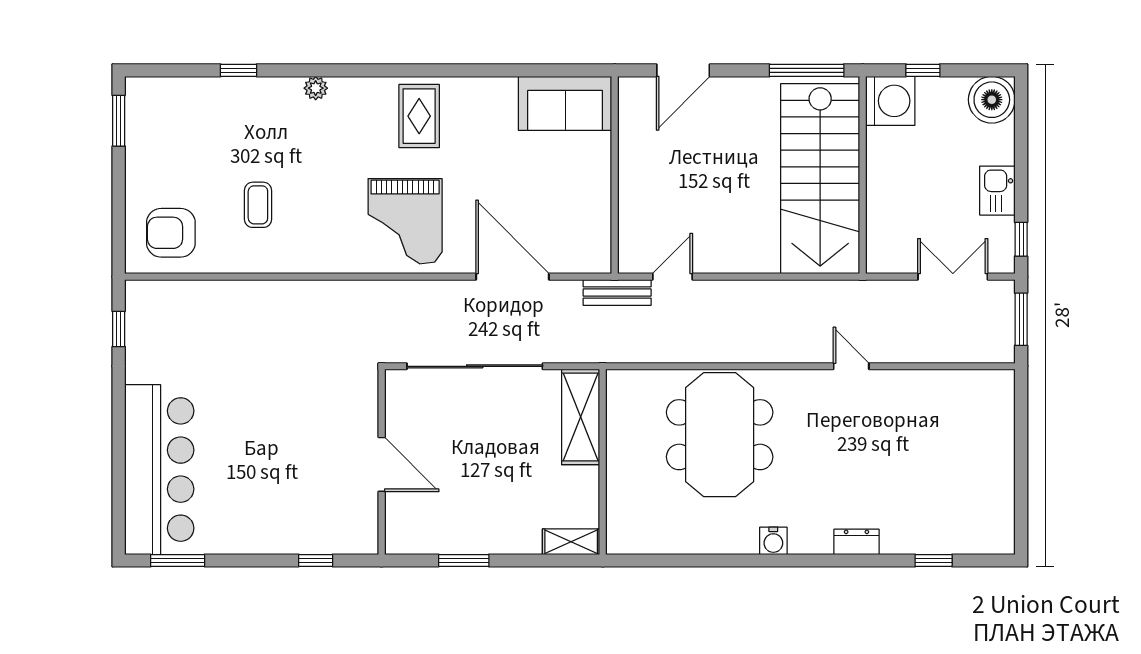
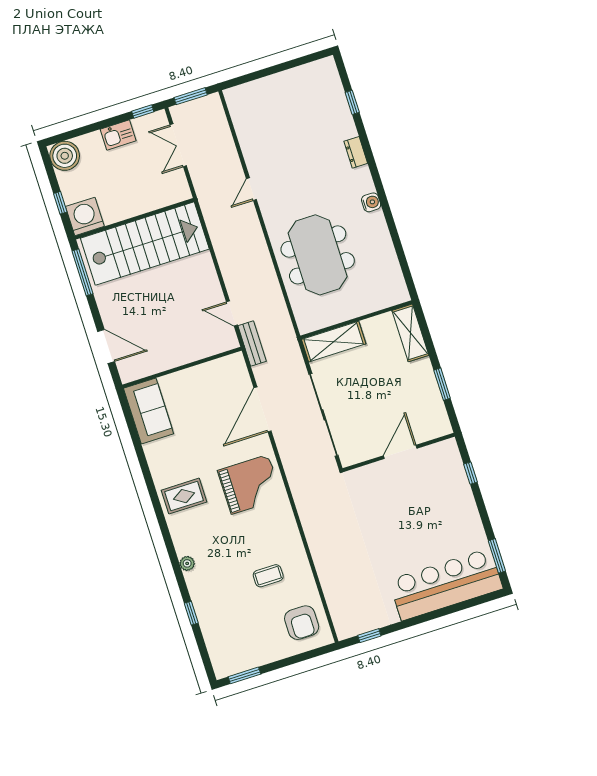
meeting table: (720, 435) -> (318, 255), turned 90
shelving: (571, 542) -> (410, 333), width x1.50, depth x1.33

